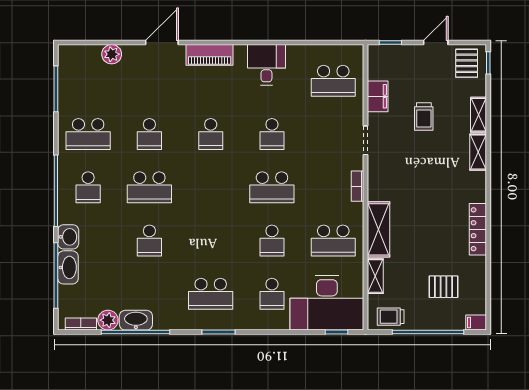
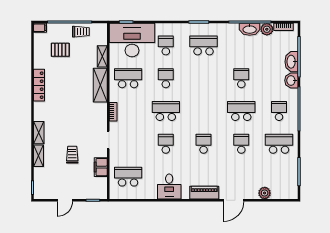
pallet: (467, 63) -> (46, 187), removed
trolley: (391, 317) -> (81, 32), moved

